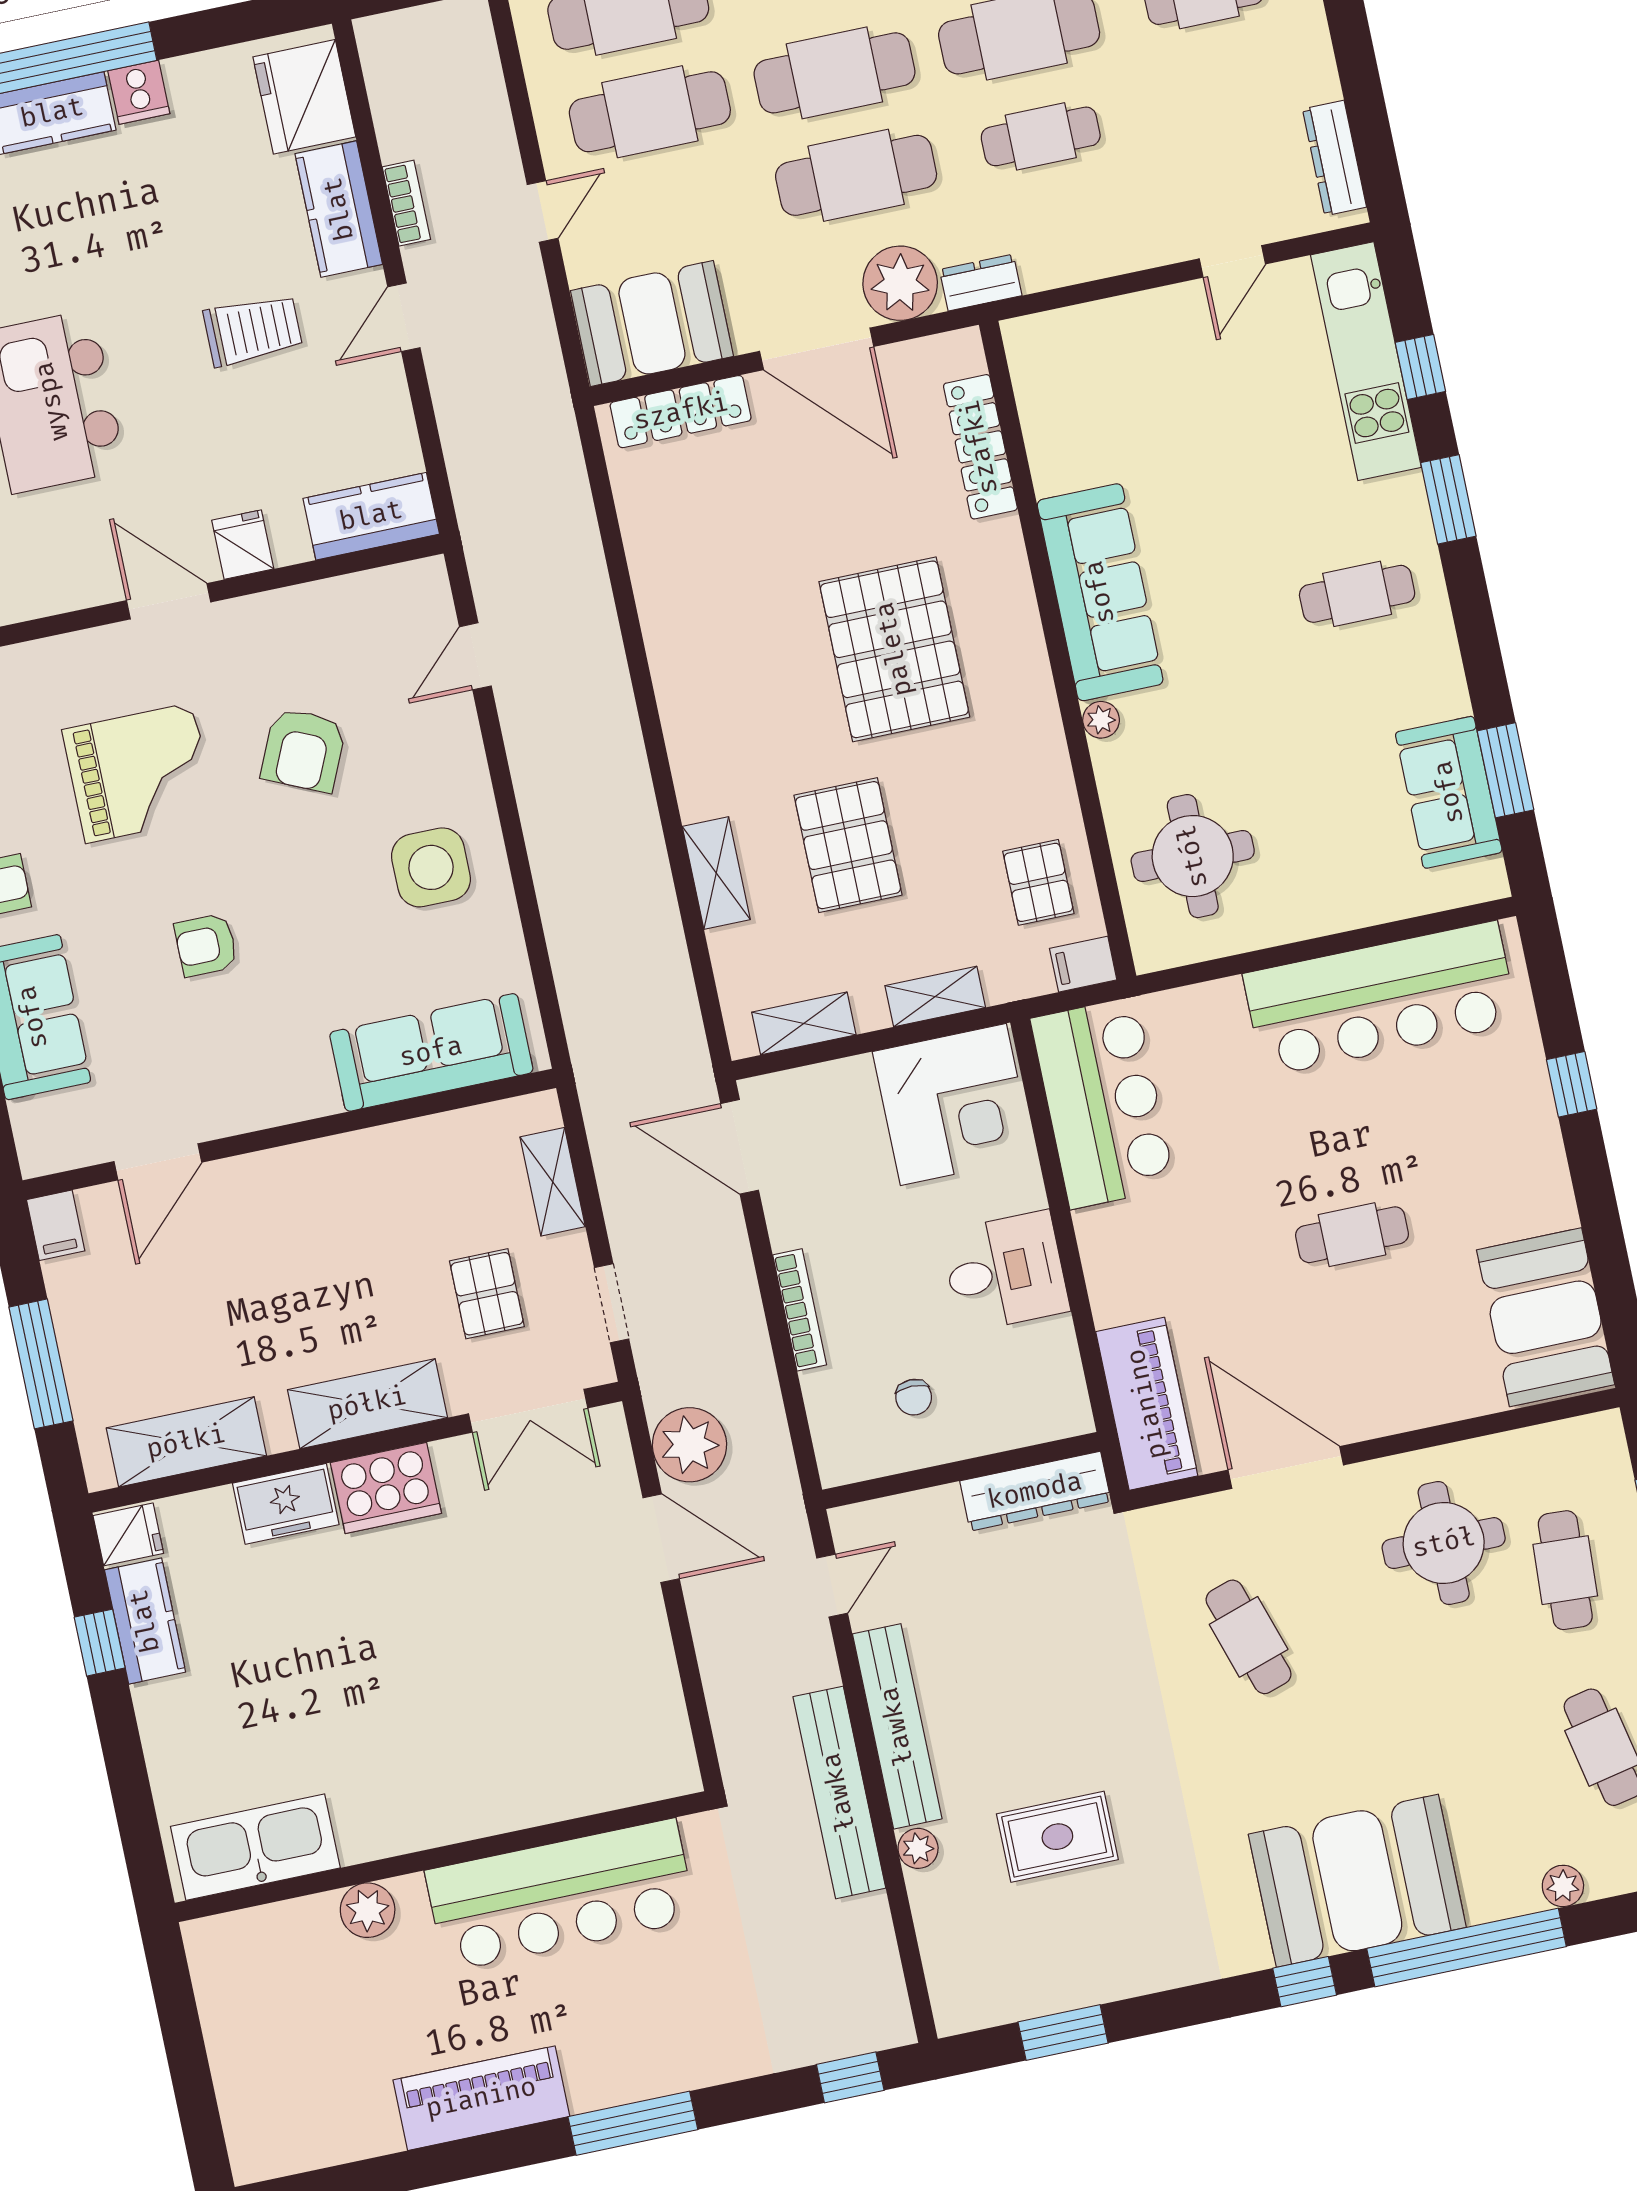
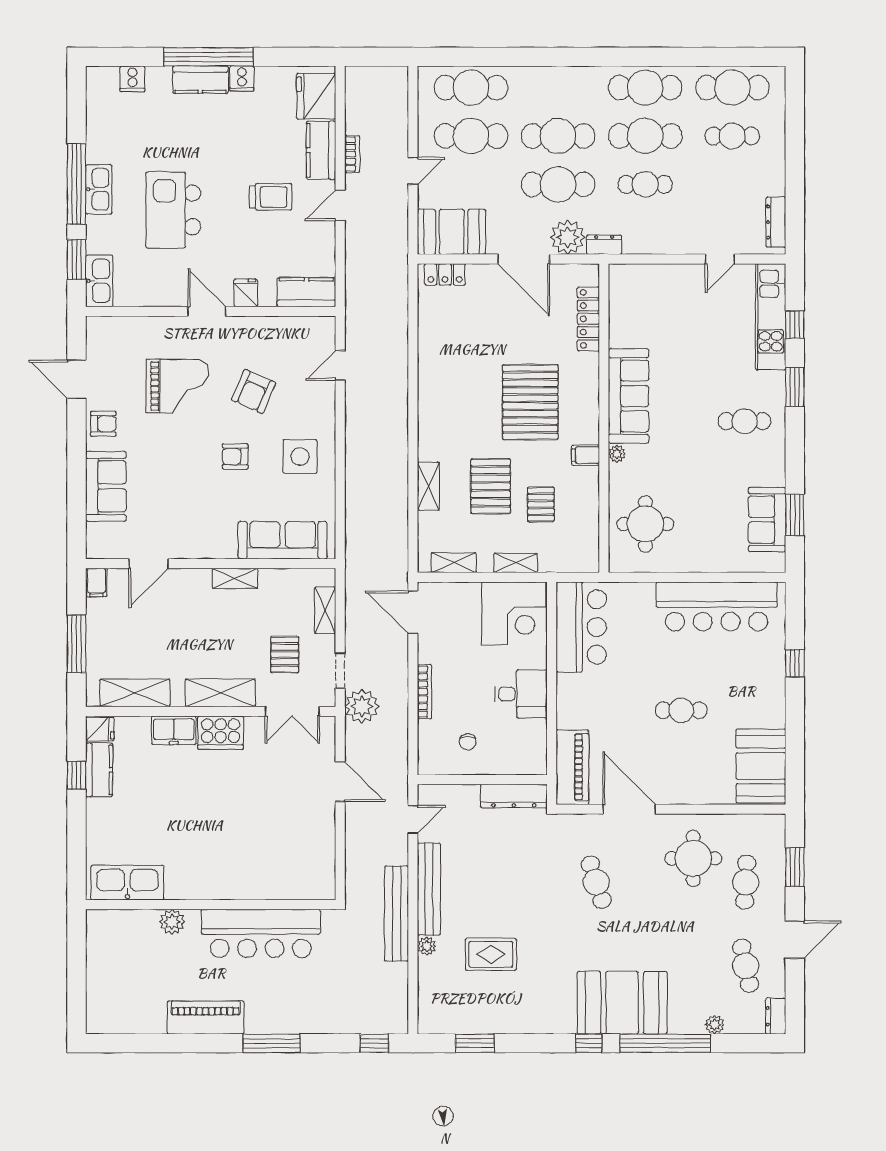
locker: (681, 412) -> (445, 274), width x0.66
pallet: (1038, 882) -> (541, 504), moved
armchair: (206, 945) -> (235, 456), moved
filing cabinet: (1083, 964) -> (586, 455), moved
shelving: (348, 1155) -> (235, 578), added
plant: (690, 1445) -> (362, 706), moved

